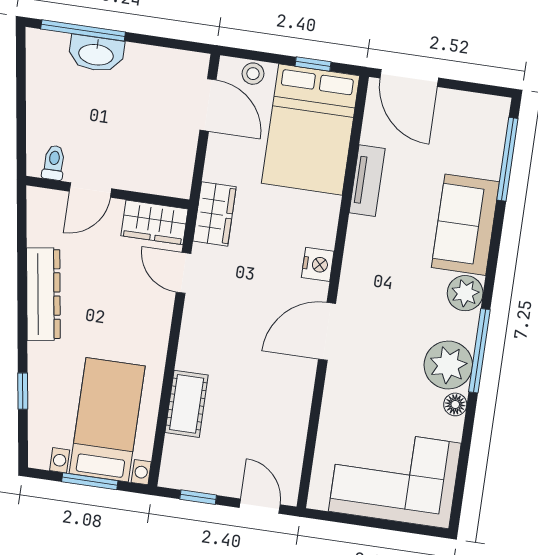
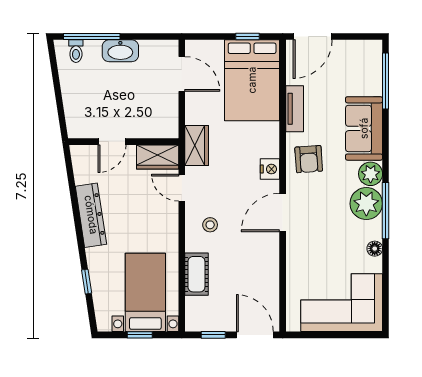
washbasin: (96, 54) -> (120, 51), moved
stool: (253, 74) -> (210, 225), moved
door: (409, 78) -> (313, 37), hinge flipped
toilet: (54, 163) -> (76, 51), moved, turned 180
armchair: (377, 258) -> (309, 159), added
plant: (448, 365) -> (366, 204), moved
window: (90, 481) -> (140, 335), width x0.67
door: (260, 506) -> (255, 335), width x1.38

